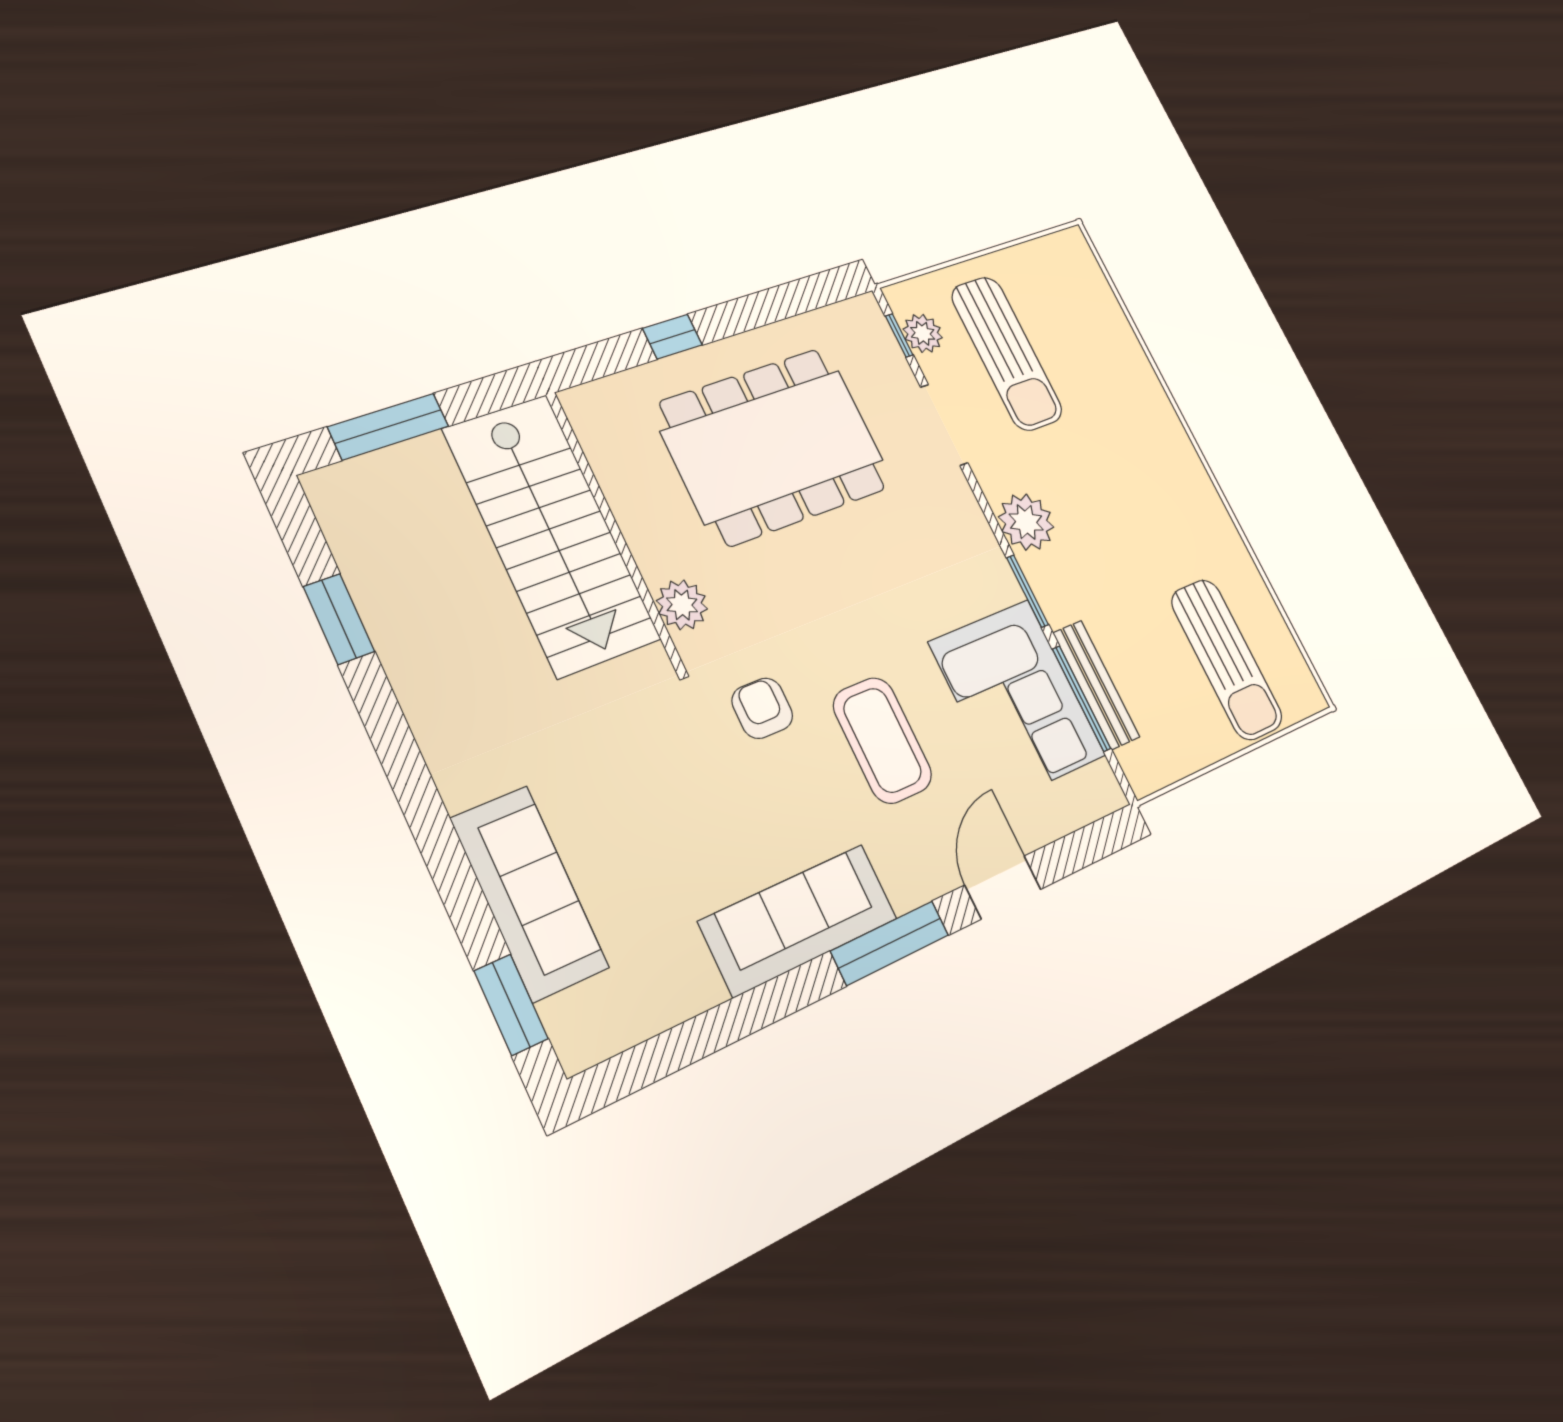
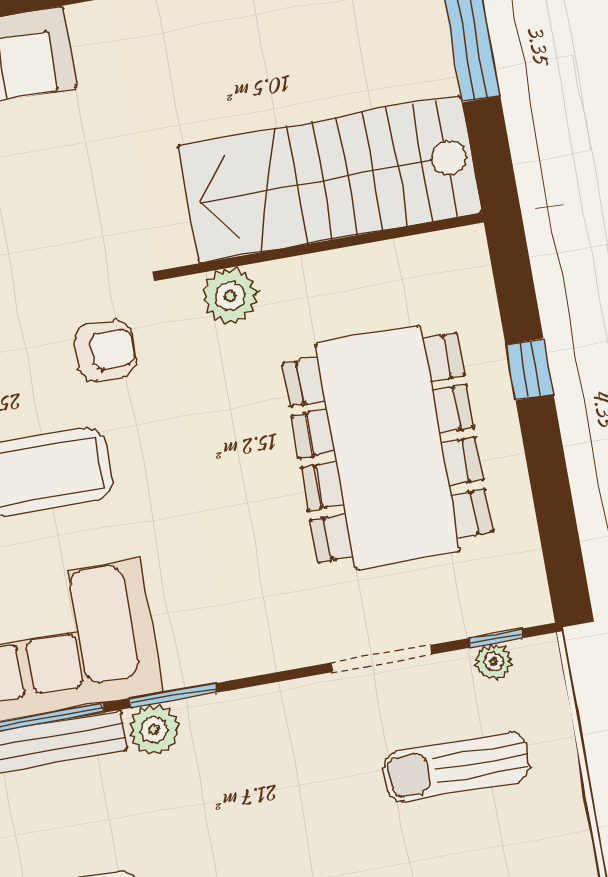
plant: (923, 333) -> (494, 662), width x0.73, depth x0.73
sun lounger: (1007, 353) -> (456, 767), width x0.73, depth x0.75
plant: (1026, 522) -> (154, 730), moved, width x0.73, depth x0.73

